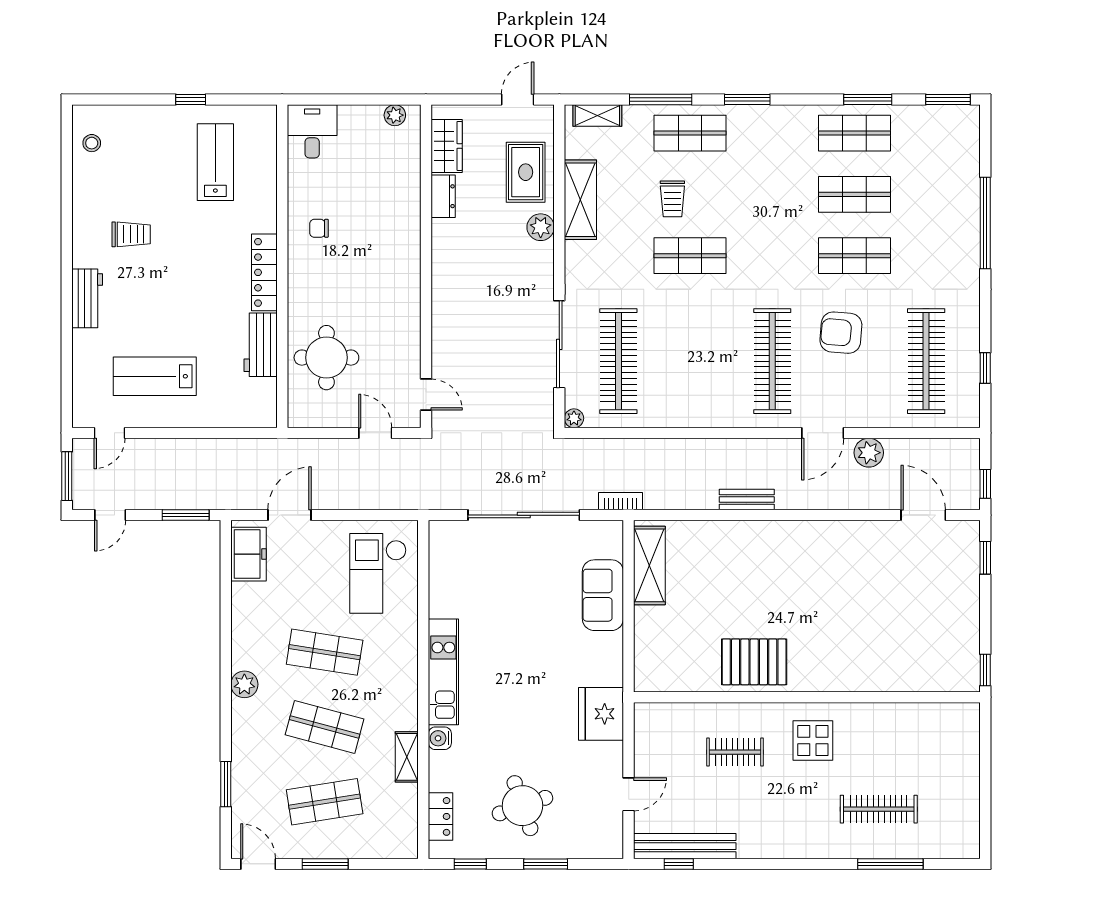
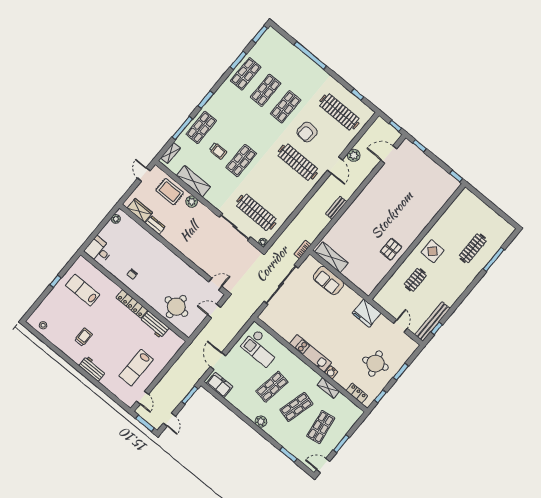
pallet: (754, 662) -> (391, 249), width x0.67, depth x0.71

